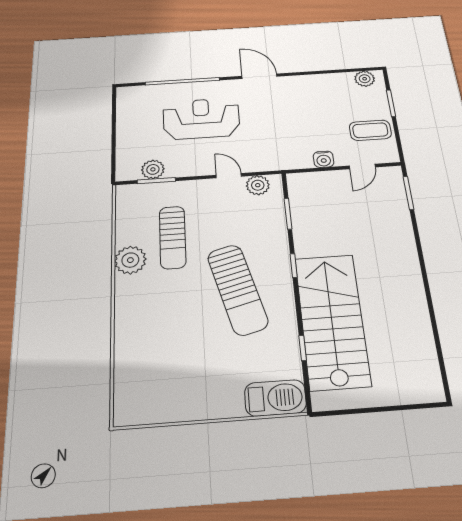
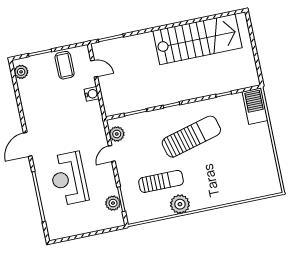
stairs: (332, 320) -> (197, 39), moved, turned 180

